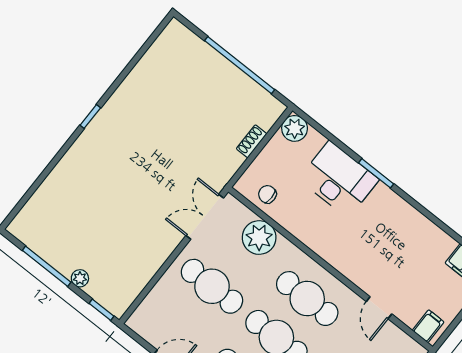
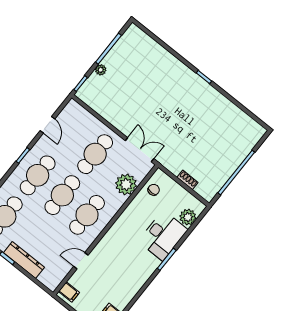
plant: (295, 128) -> (188, 217), moved

